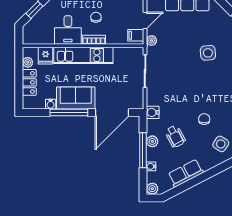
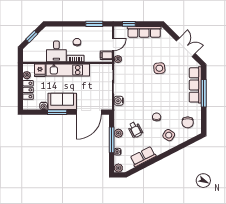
water cooler: (153, 112) -> (119, 101), moved
window: (69, 113) -> (57, 112), width x0.69

